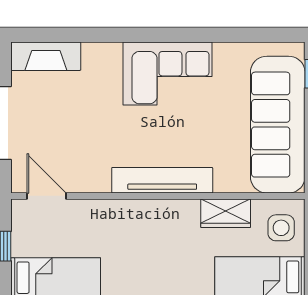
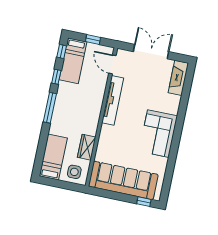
tv unit: (162, 180) -> (113, 100), moved
door: (46, 196) -> (112, 64), swing flipped

